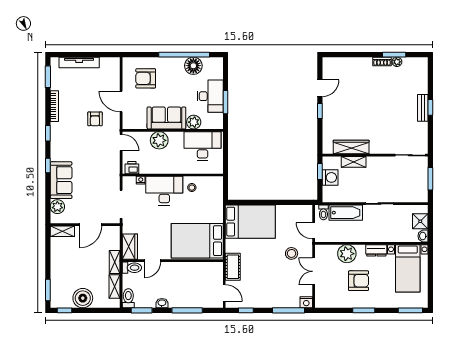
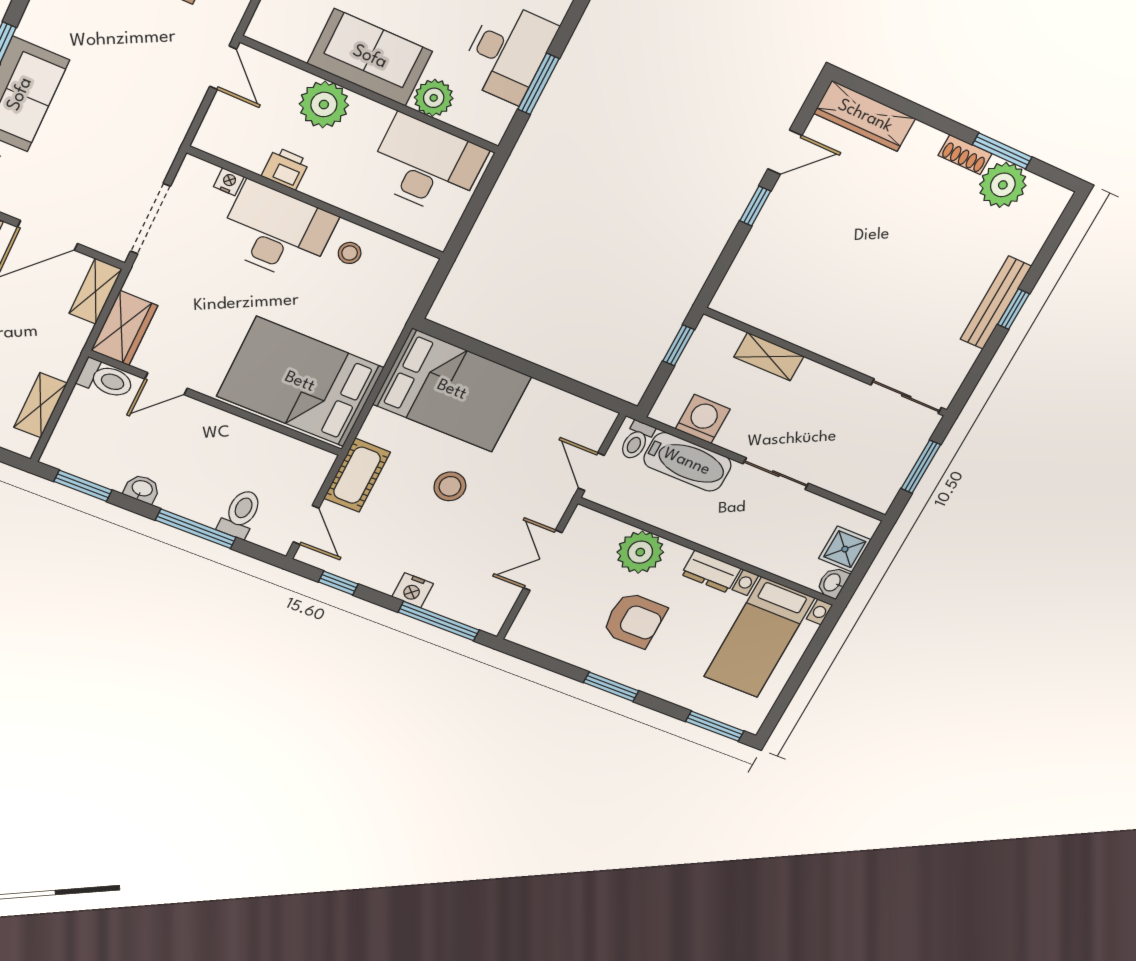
plant: (397, 62) -> (1003, 185), width x1.88, depth x1.88
bench: (423, 108) -> (996, 303), width x1.36
wardrobe: (351, 147) -> (865, 116), moved, turned 180
printer: (132, 168) -> (285, 169), moved
washing machine: (330, 177) -> (703, 419), moved, turned -90
stool: (292, 253) -> (450, 486), moved
shelving: (115, 262) -> (96, 291), moved
toilet: (128, 298) -> (241, 514), moved
nightstand: (306, 302) -> (413, 590), moved

